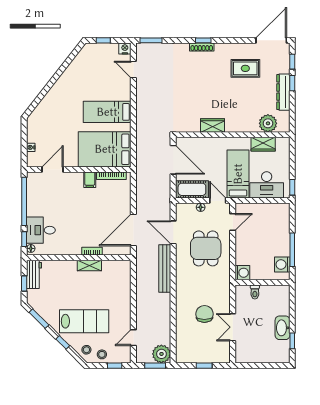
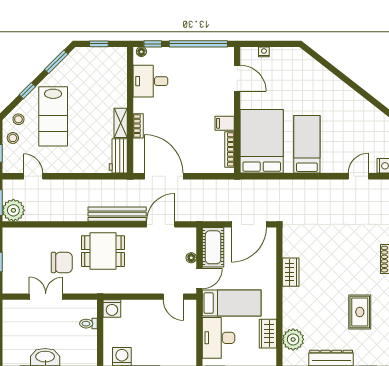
desk: (41, 230) -> (150, 81), moved, turned -90
dining table: (206, 248) -> (103, 251), moved
workbench: (34, 274) -> (118, 156), moved, turned 90

